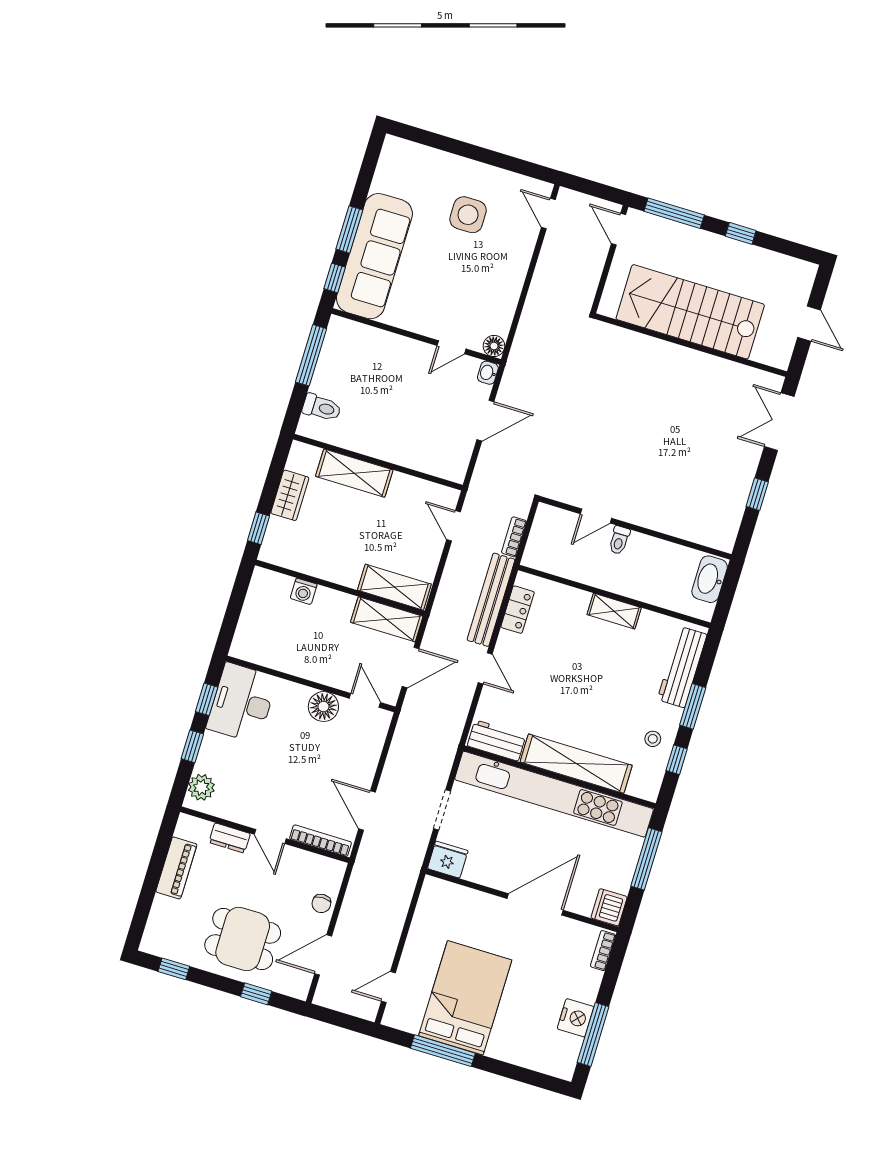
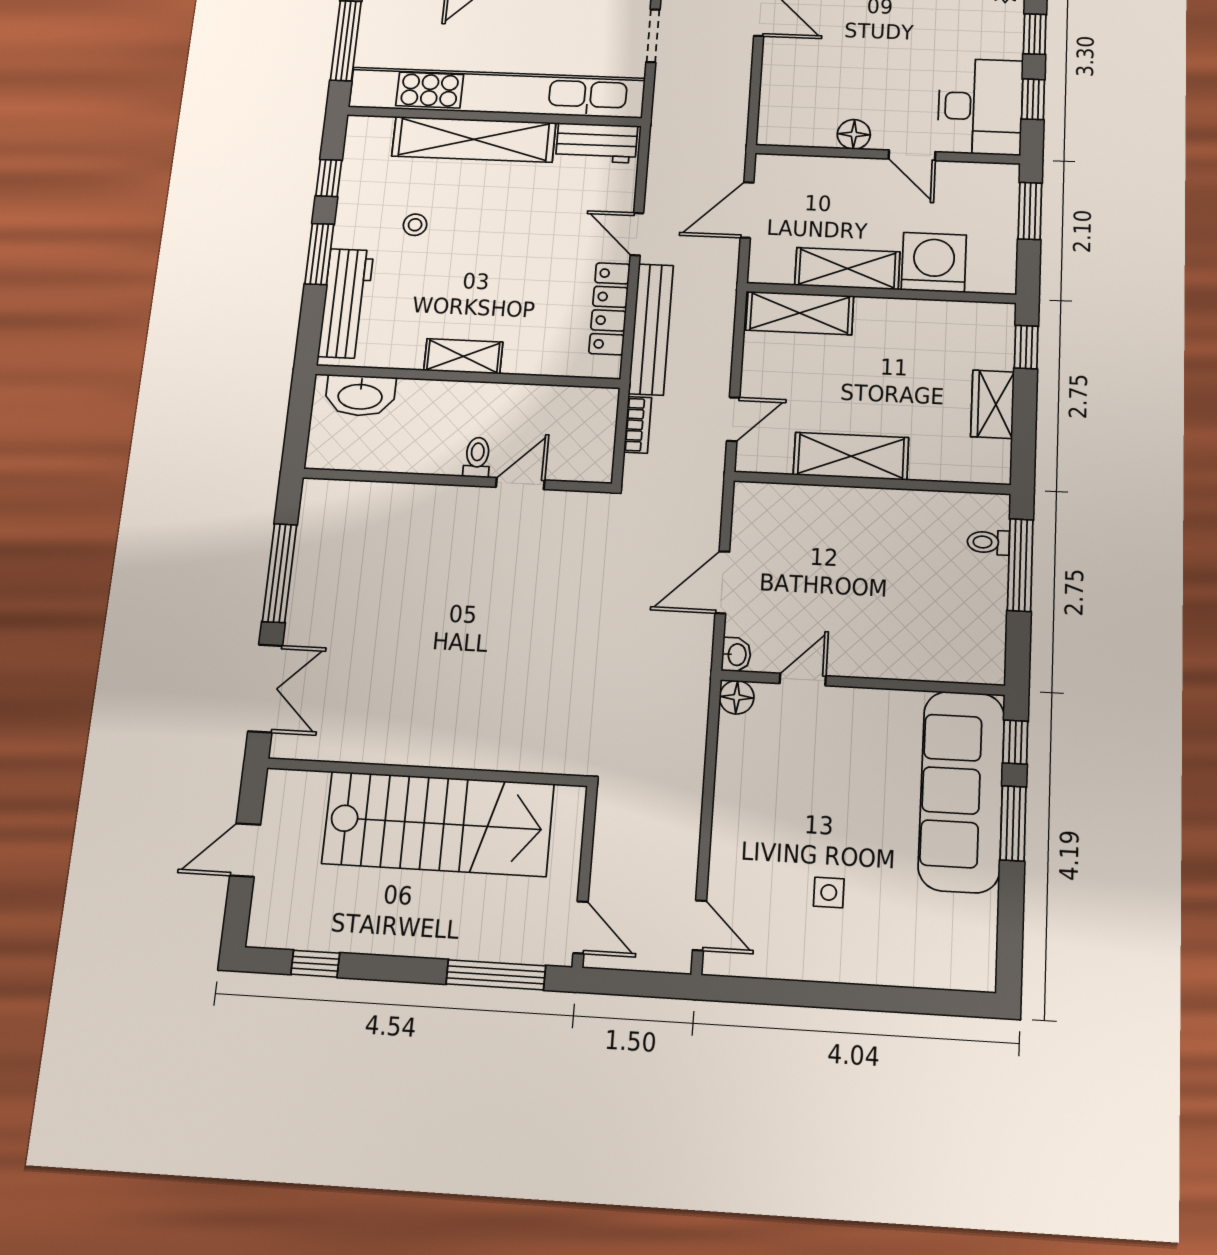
side table: (468, 215) -> (829, 892), width x0.54, depth x0.54
window: (741, 233) -> (315, 964), moved
door: (809, 324) -> (245, 850), hinge flipped
window: (311, 355) -> (1020, 565), moved
toilet: (322, 408) -> (988, 542), width x0.73, depth x0.72
shelving: (354, 473) -> (851, 456), moved
window: (757, 494) -> (280, 573), width x2.17
door: (454, 526) -> (733, 419), hinge flipped
washbasin: (710, 579) -> (360, 396), moved, turned 90
washing machine: (304, 591) -> (934, 262), width x1.89, depth x1.89
locker: (518, 610) -> (609, 309), width x1.53
shelving: (387, 619) -> (847, 269), moved
window: (230, 621) -> (1030, 211), added
door: (365, 700) -> (912, 155), moved
floor lamp: (323, 707) -> (854, 134), width x0.73, depth x0.73
stool: (653, 739) -> (415, 225), moved

